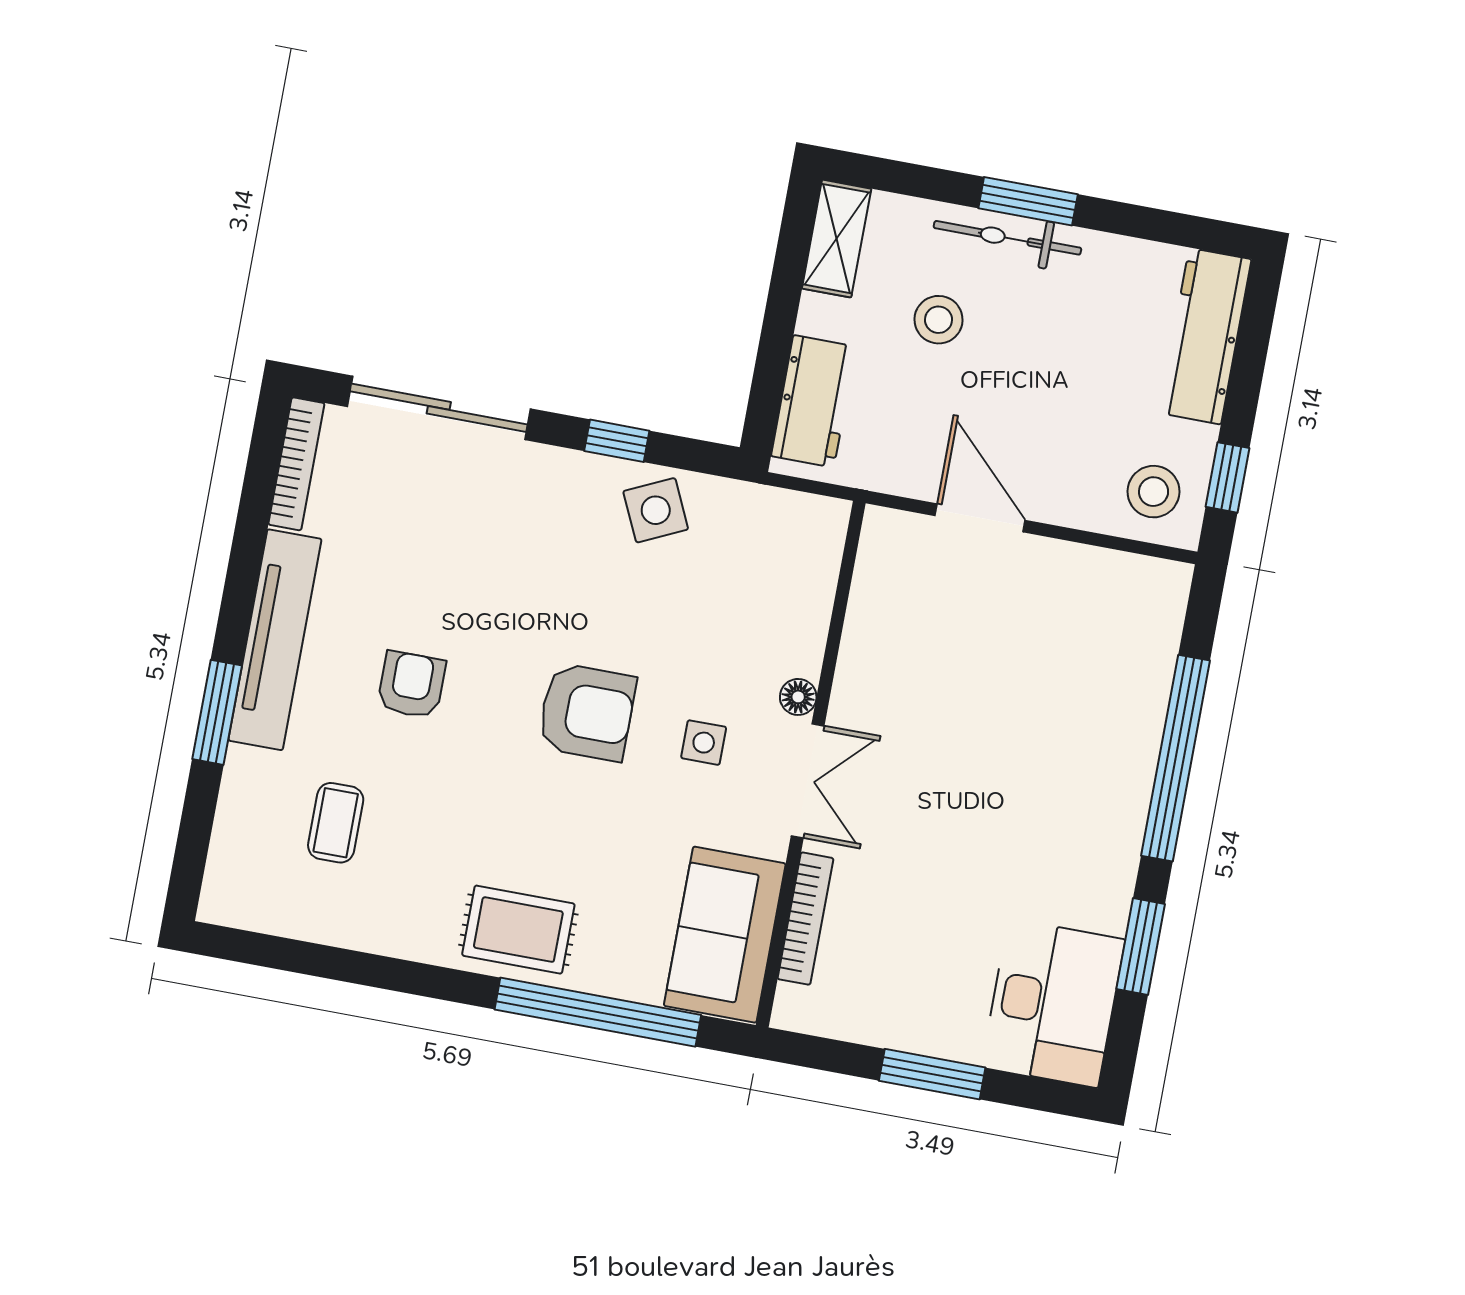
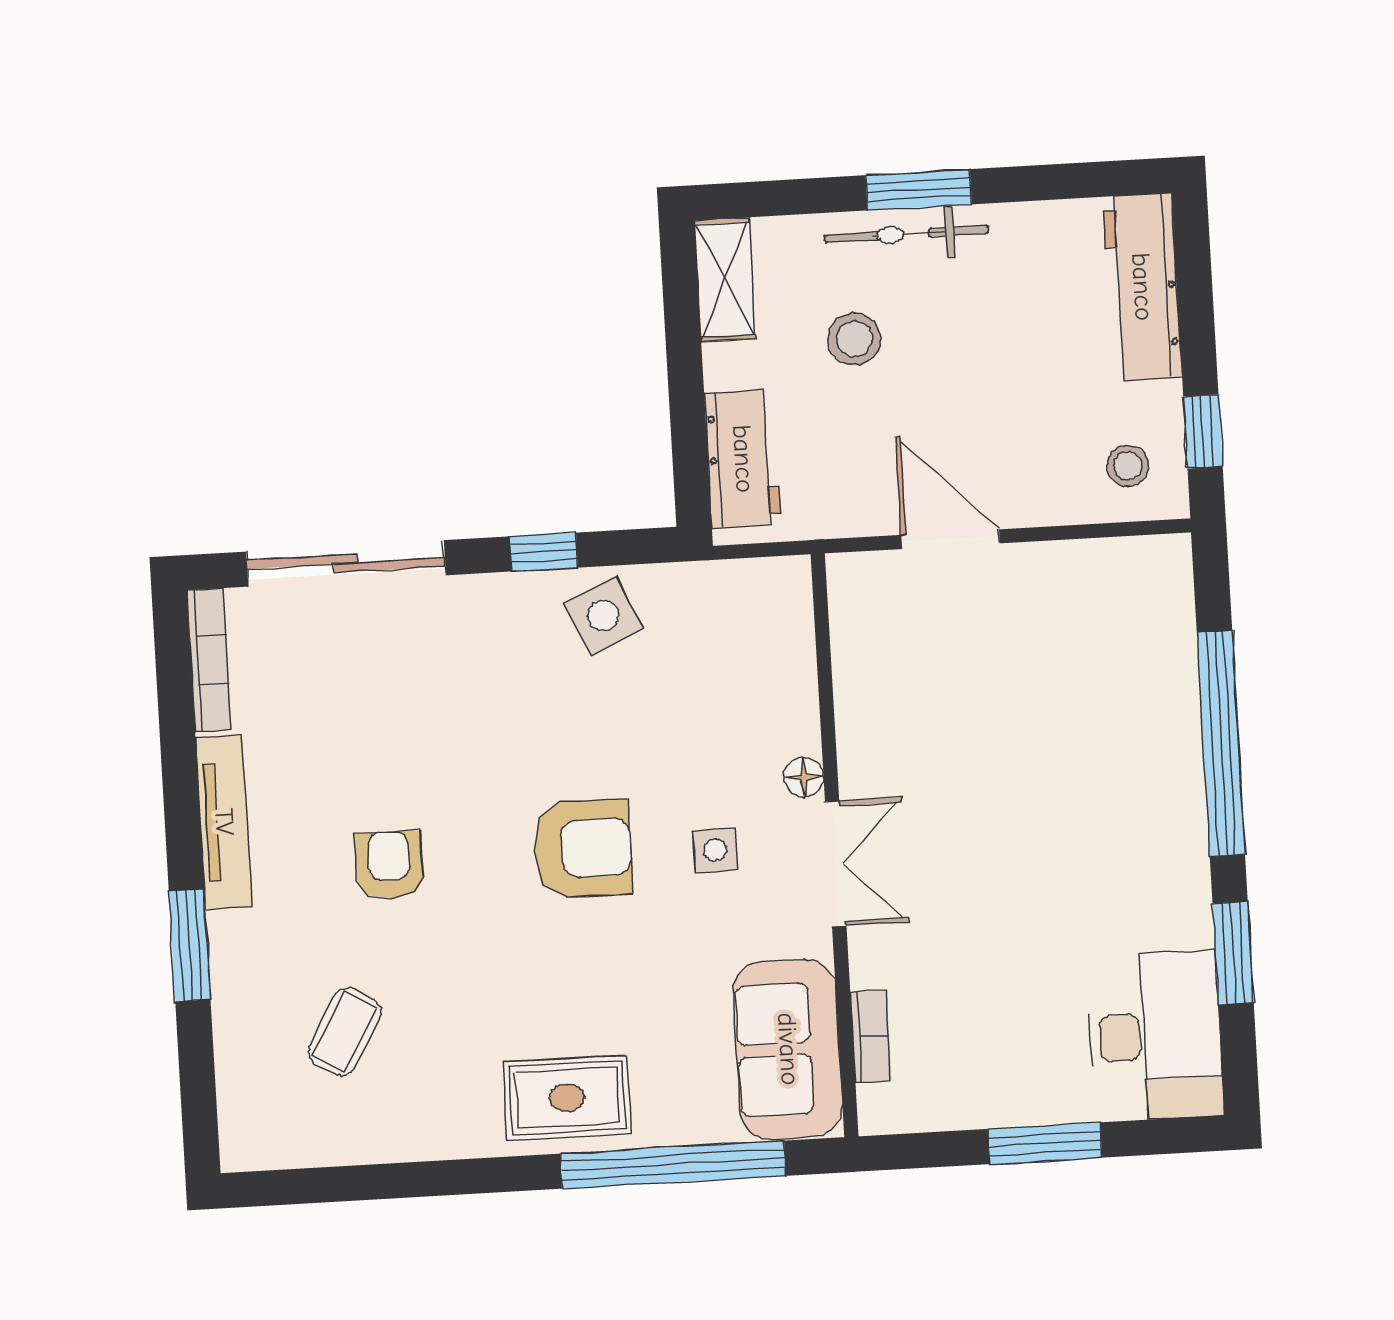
stool: (1154, 492) -> (1128, 466), width x0.73, depth x0.73
tv unit: (275, 640) -> (224, 822), width x0.73, depth x0.78
coffee table: (336, 823) -> (345, 1032), turned 30
bookcase: (805, 919) -> (871, 1036), width x0.64

